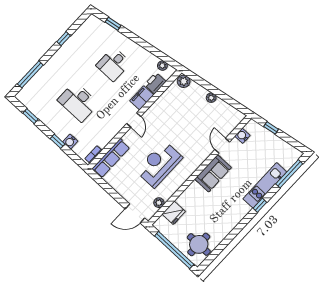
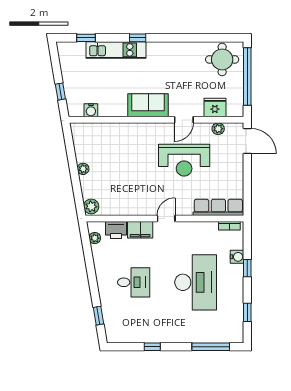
desk: (78, 102) -> (196, 282), width x1.36, depth x1.30
door: (222, 146) -> (184, 120), moved
window: (289, 174) -> (86, 38), width x0.46

